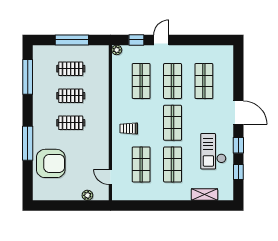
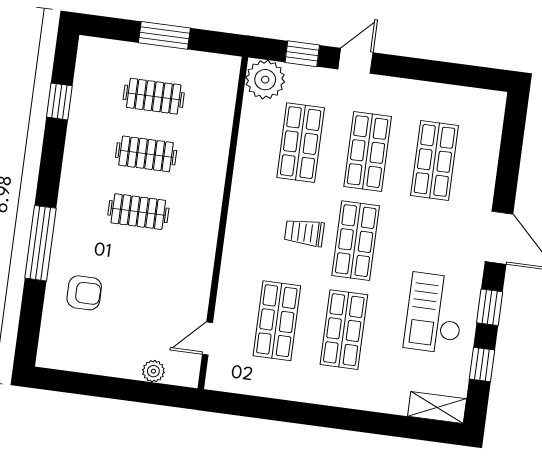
window: (72, 40) -> (164, 35), width x0.69
plant: (117, 50) -> (265, 80), width x1.88, depth x1.88
window: (28, 77) -> (59, 101), width x0.46
trolley: (129, 129) -> (304, 233), moved
armchair: (51, 163) -> (84, 293), width x0.53, depth x0.53
door: (110, 177) -> (207, 339), hinge flipped
shelving: (204, 195) -> (437, 407), moved

